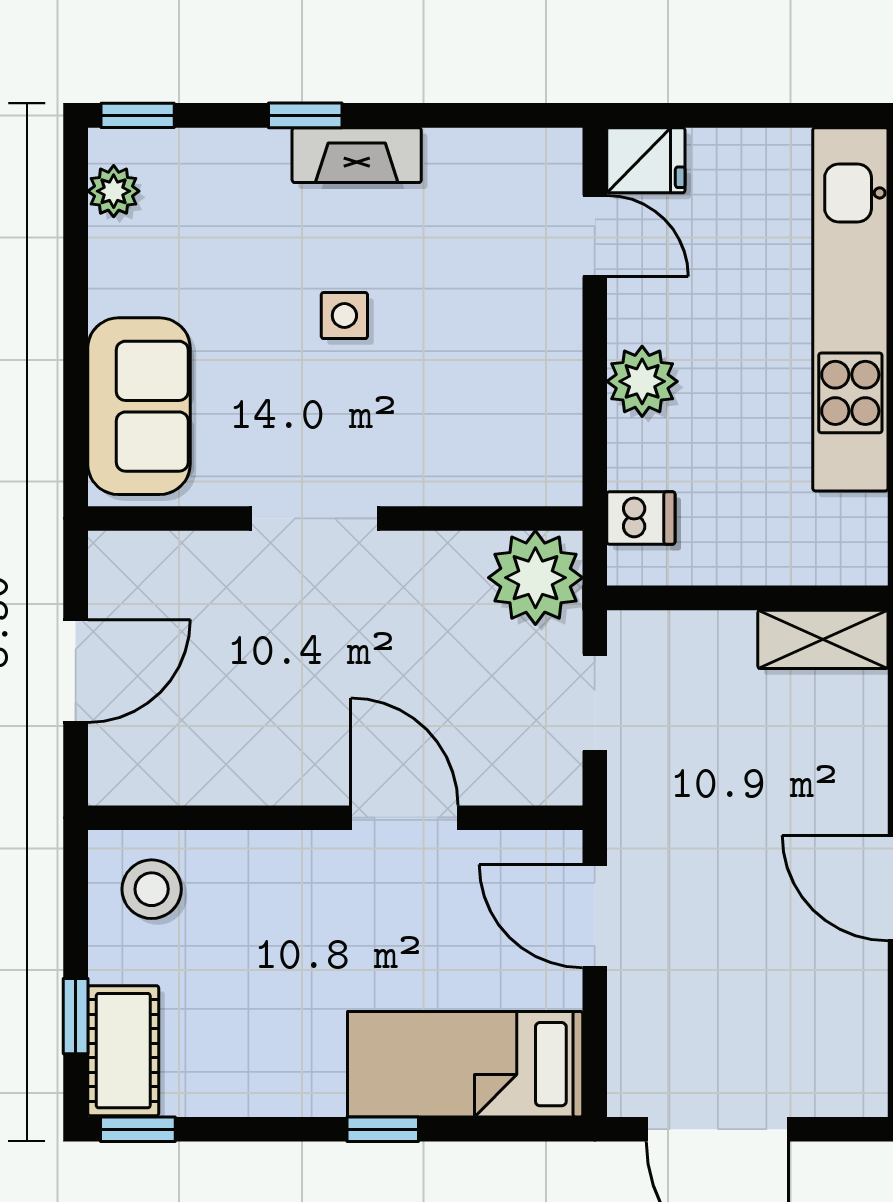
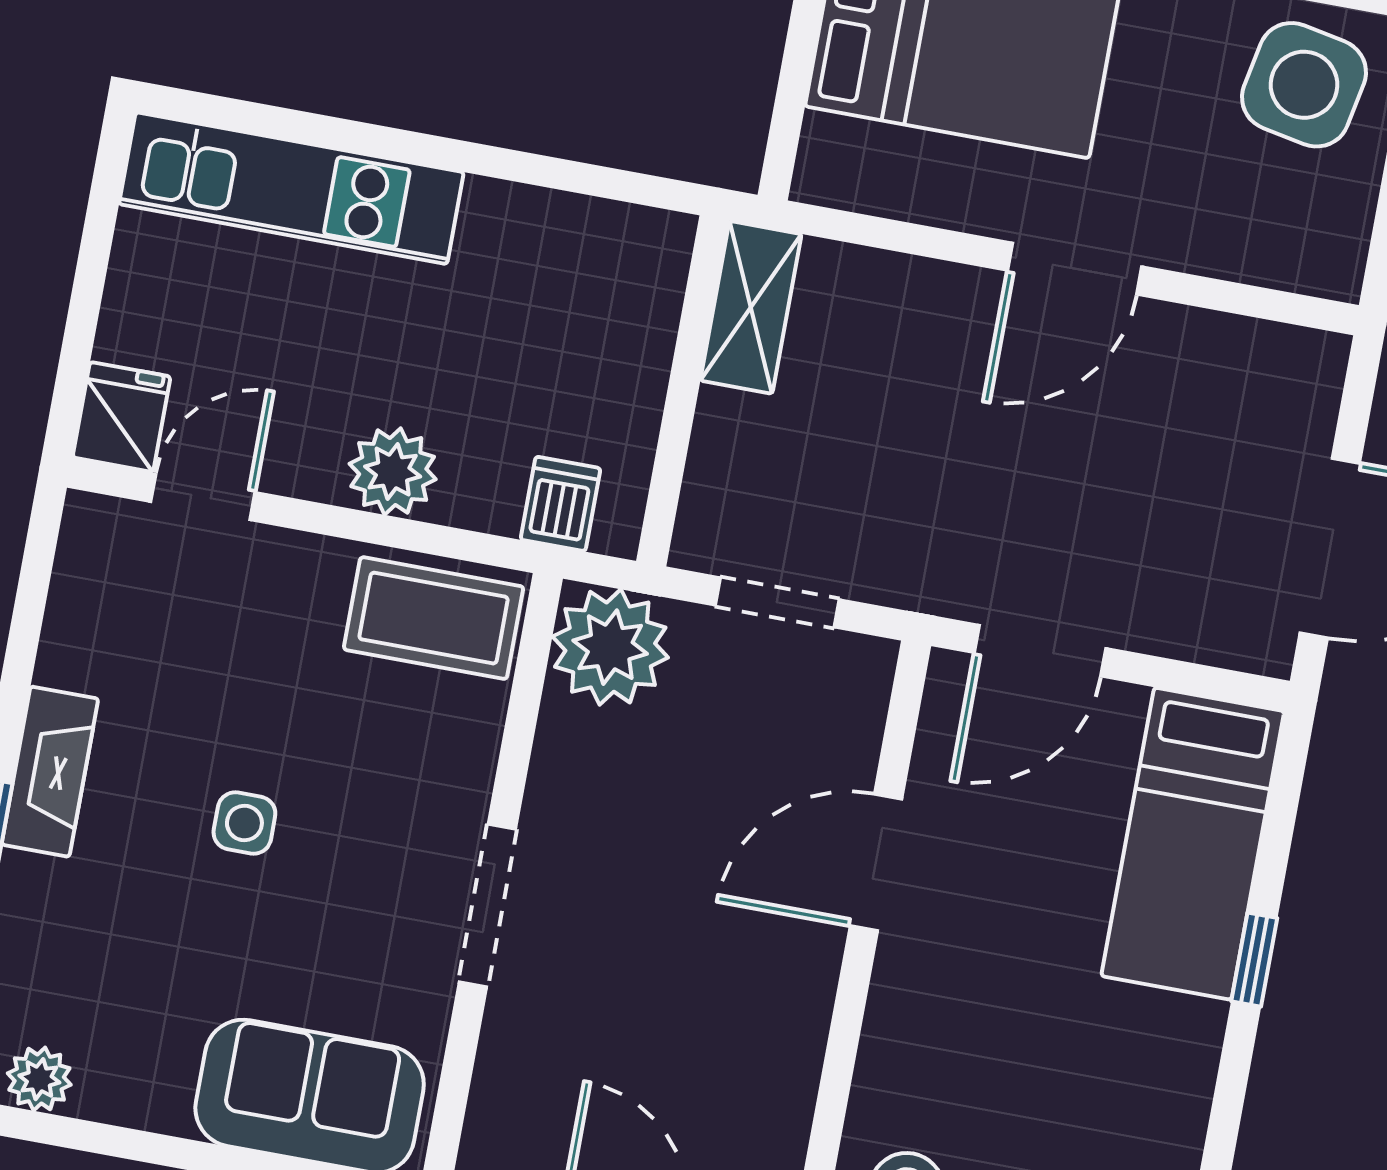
kitchen unit: (850, 309) -> (291, 188), width x0.73
coffee table: (533, 435) -> (434, 618), added

